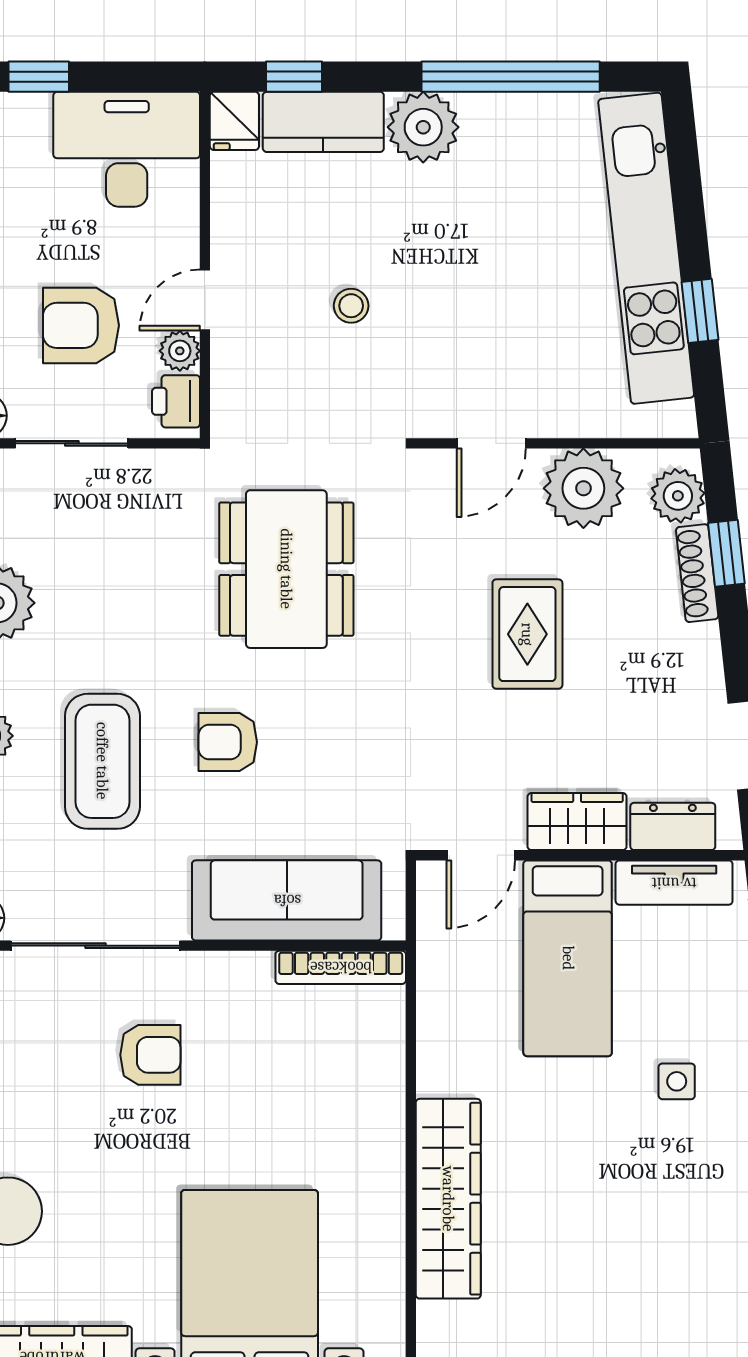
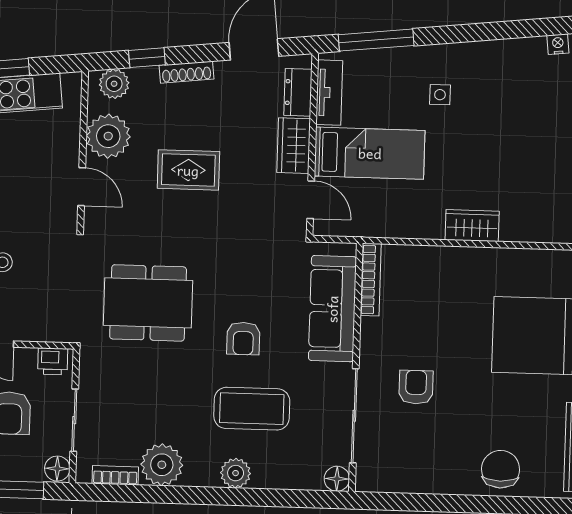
plant: (180, 351) -> (25, 358), removed
shoe rack: (697, 573) -> (186, 72), moved
wardrobe: (448, 1199) -> (472, 226), width x0.48, depth x0.85

